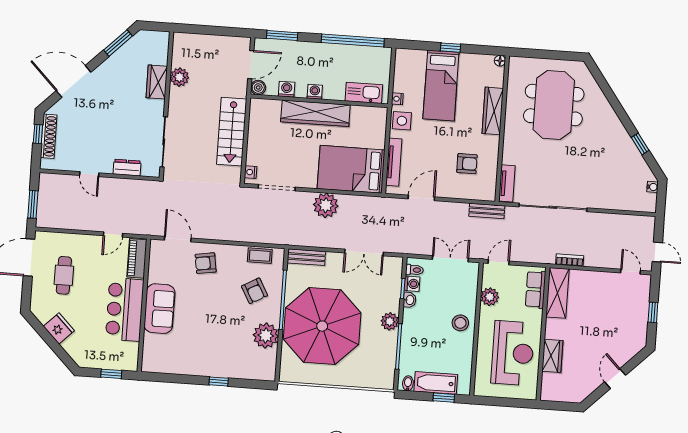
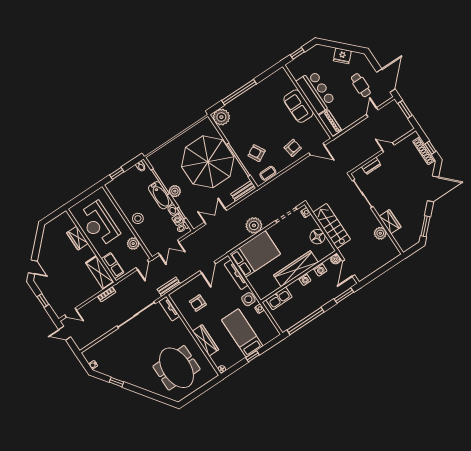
floor lamp: (259, 132) -> (318, 237), added
door: (113, 235) -> (372, 112), moved
plant: (266, 336) -> (221, 117), moved
door: (615, 379) -> (33, 267), moved
window: (219, 382) -> (239, 92), width x3.17
bathtub: (436, 383) -> (160, 195), moved, turned 90

